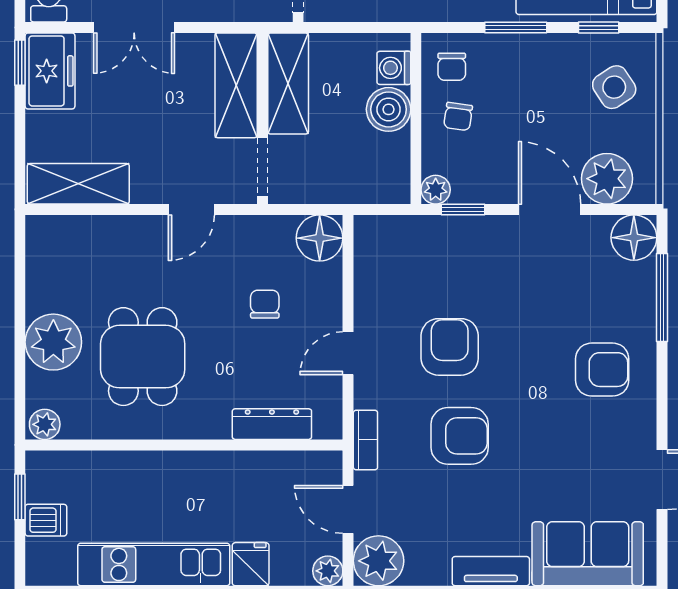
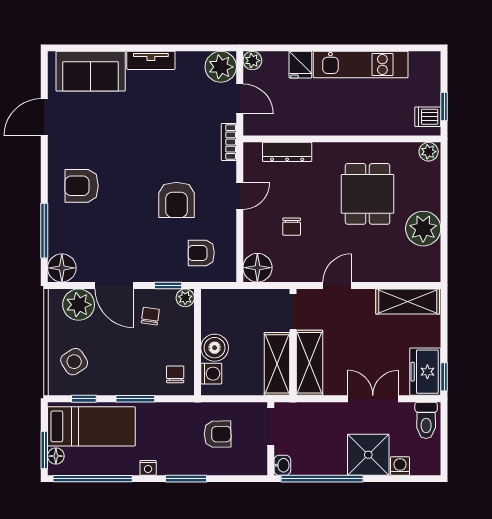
chair: (458, 116) -> (150, 316), moved
plant: (53, 342) -> (423, 229), moved
armchair: (460, 436) -> (201, 253), moved, width x0.72, depth x0.72
dishwasher: (46, 520) -> (428, 117), moved

